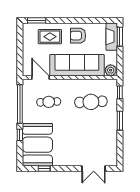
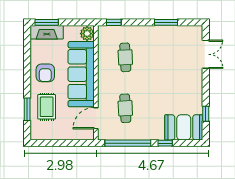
window: (37, 20) -> (27, 109), moved
cafe table: (91, 102) -> (125, 57), width x0.73, depth x0.74
window: (120, 121) -> (166, 22), moved
booth: (37, 145) -> (184, 127), width x0.73, depth x0.70

